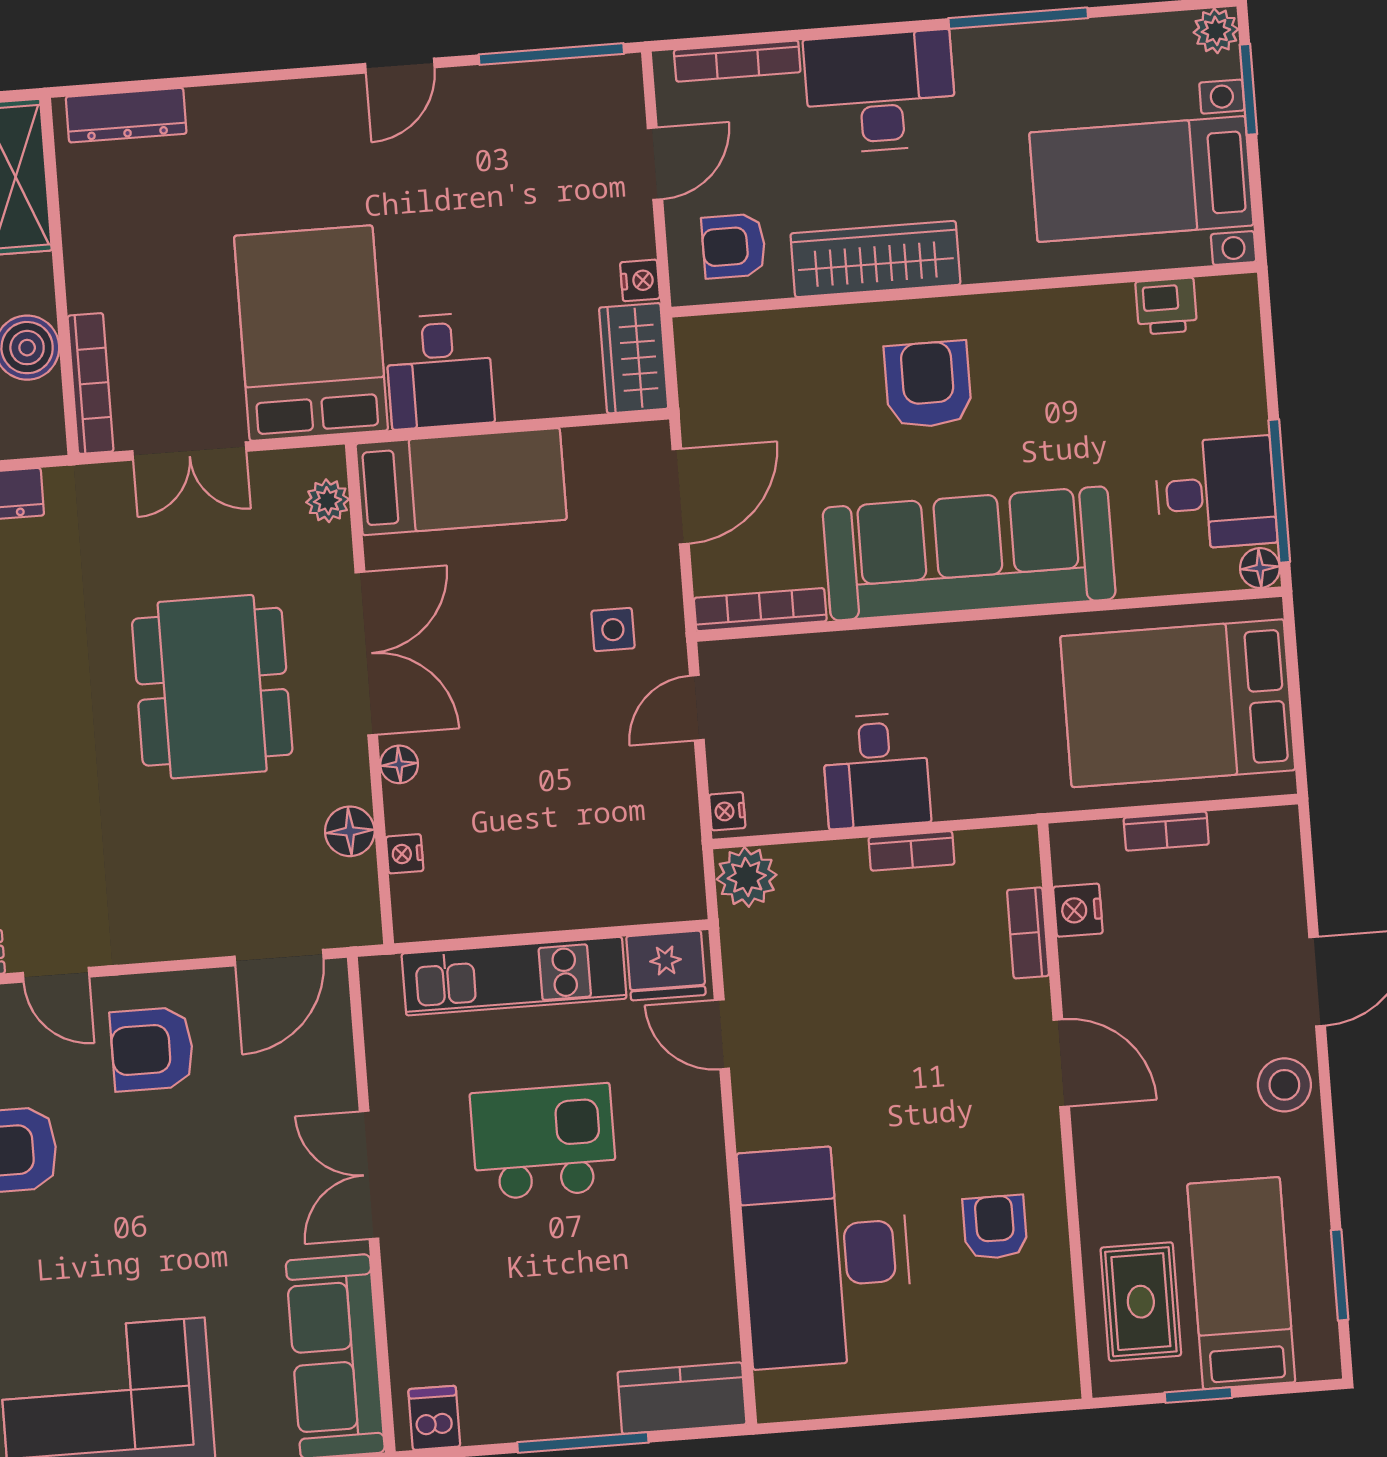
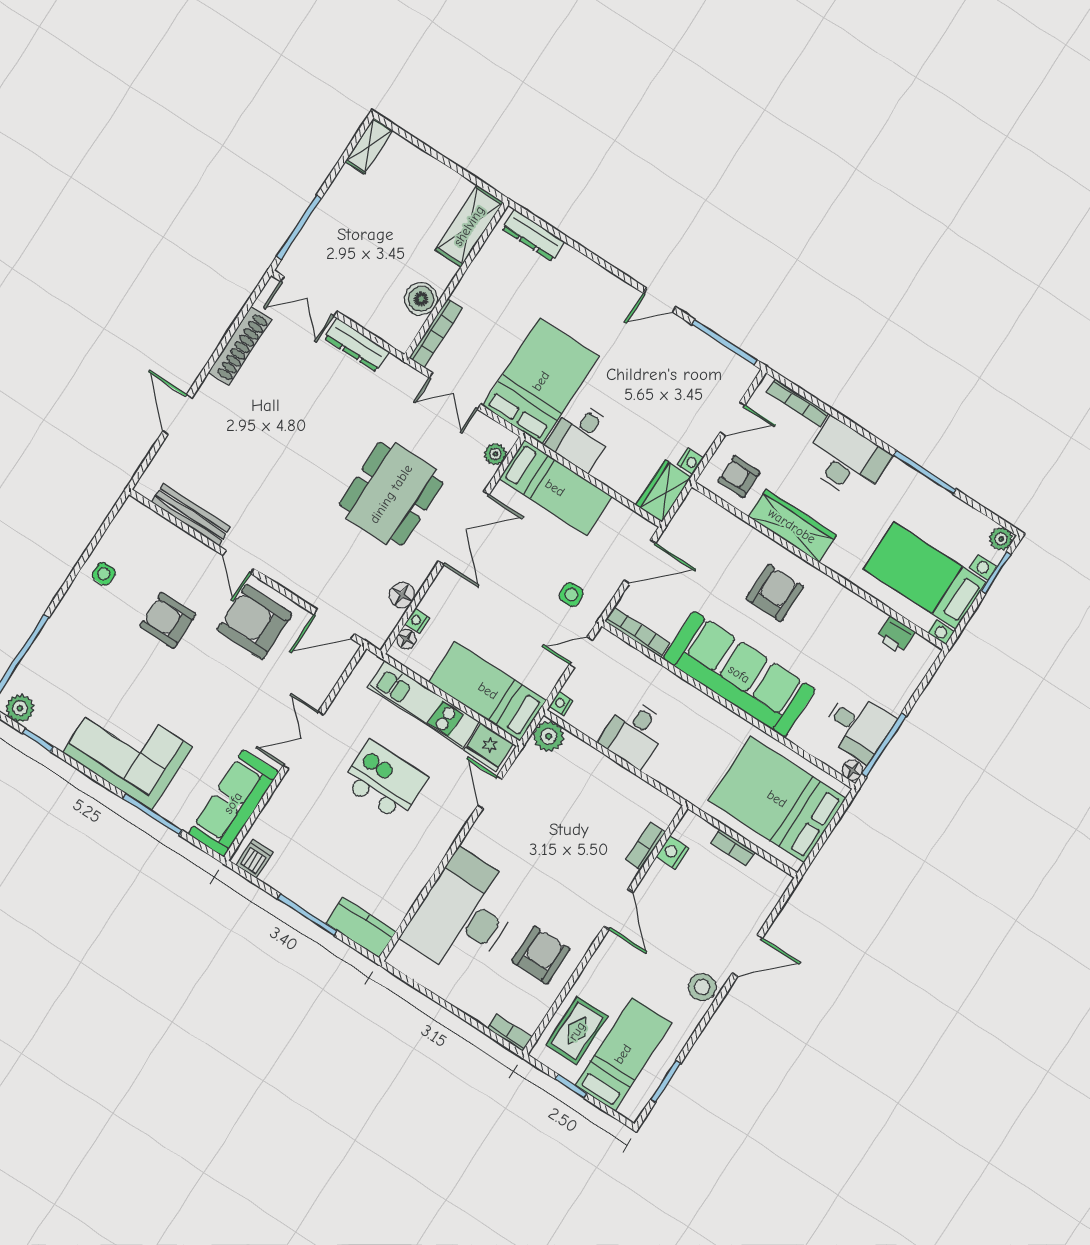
floor lamp: (399, 764) -> (406, 639), moved
bookcase: (912, 851) -> (509, 1033), moved, turned 180
bed: (598, 880) -> (488, 691), added
armchair: (152, 1049) -> (254, 622), width x1.36, depth x1.36
armchair: (995, 1227) -> (541, 955), width x1.38, depth x1.38

